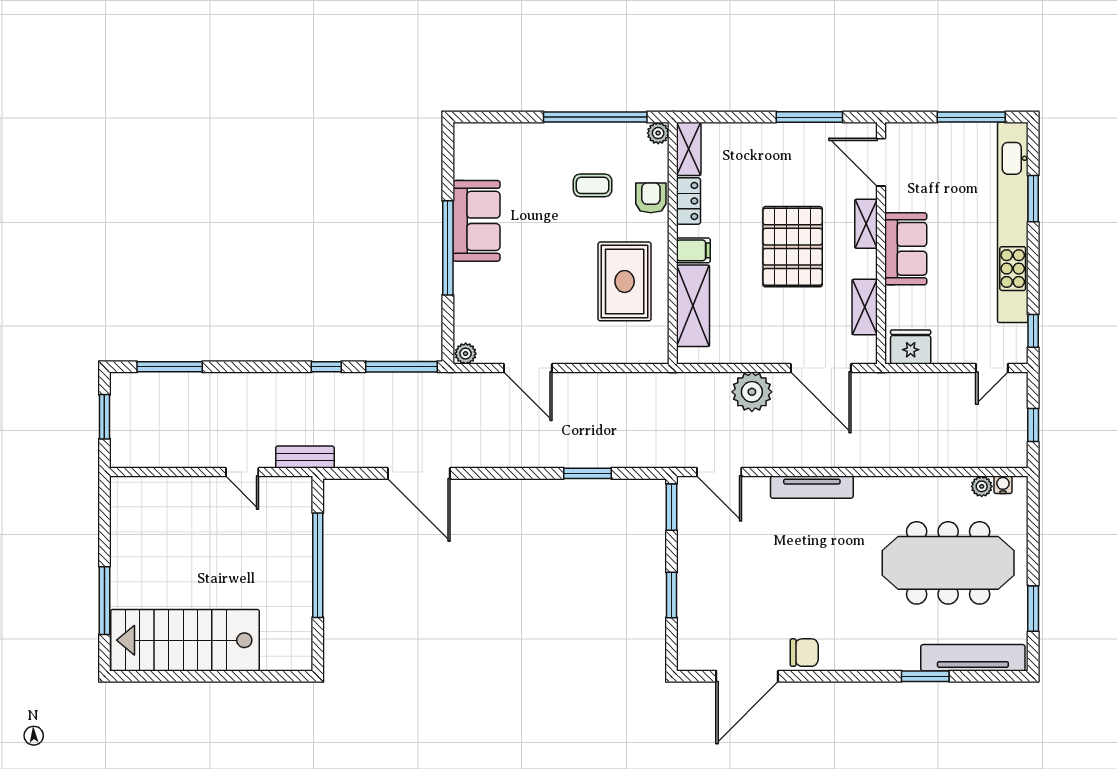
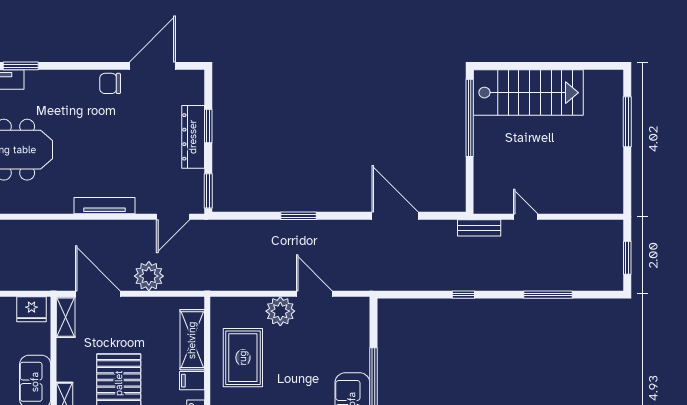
shelving: (865, 307) -> (66, 317), moved
plant: (466, 354) -> (280, 311), moved, width x1.88, depth x1.88
window: (170, 367) -> (548, 295), moved
window: (402, 367) -> (408, 295), removed
door: (719, 472) -> (173, 217), swing flipped
window: (587, 473) -> (299, 216), moved
window: (318, 565) -> (470, 118), moved
dresser: (692, 580) -> (193, 137), added
stairs: (185, 640) -> (528, 93), moved

